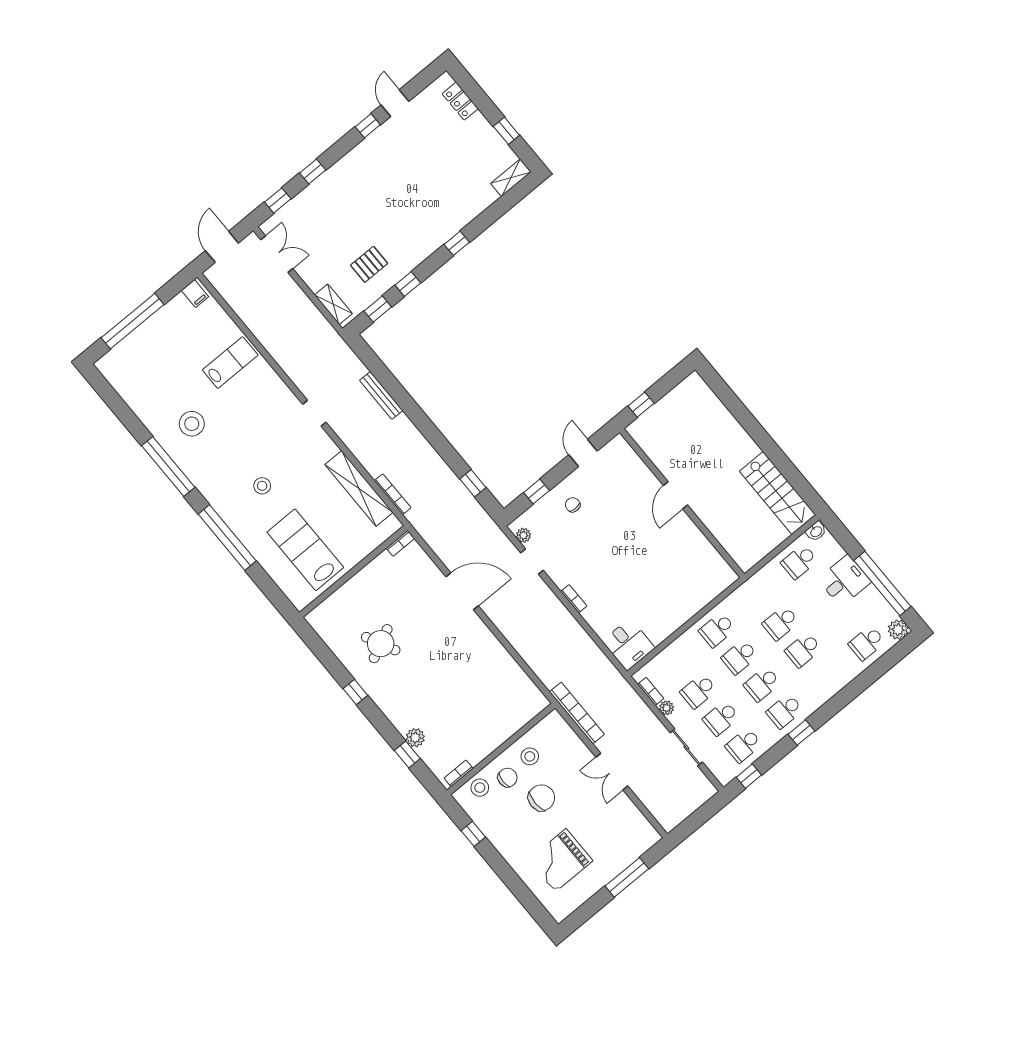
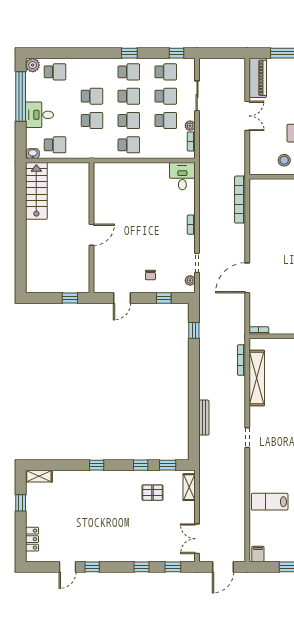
door: (462, 591) -> (247, 278), hinge flipped
bookcase: (577, 713) -> (240, 200), moved
piano: (635, 824) -> (258, 78), added

